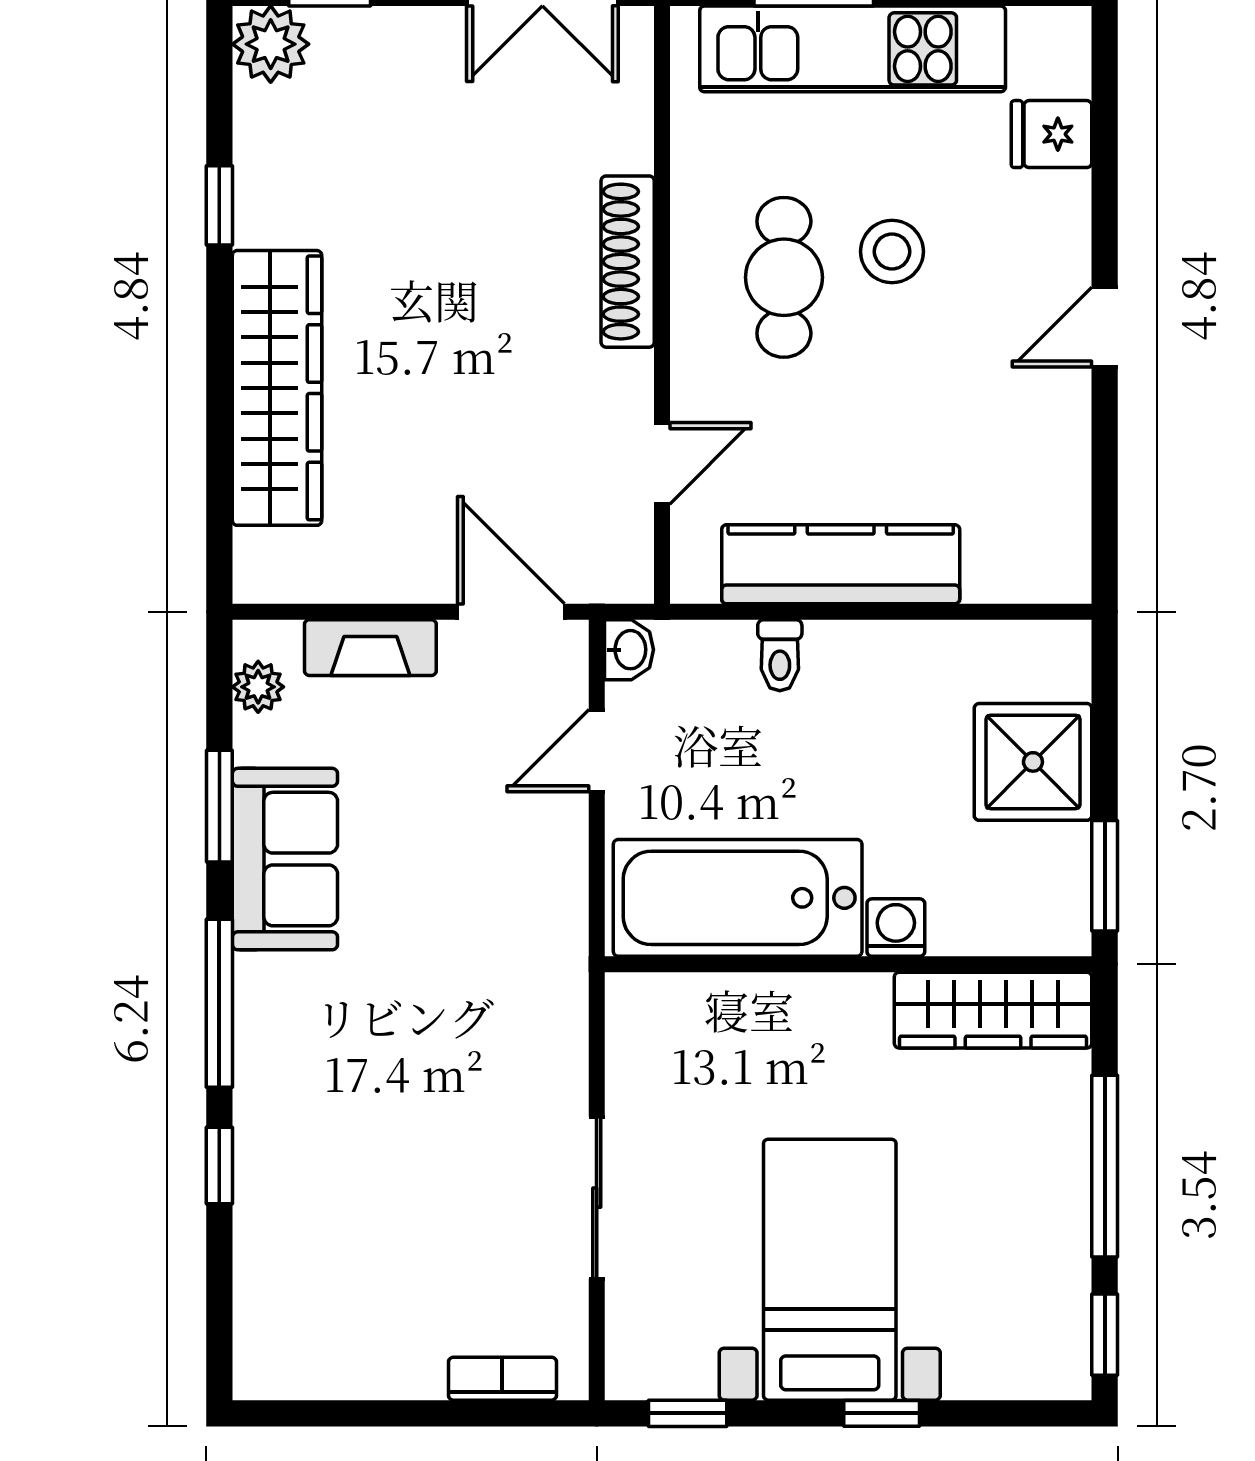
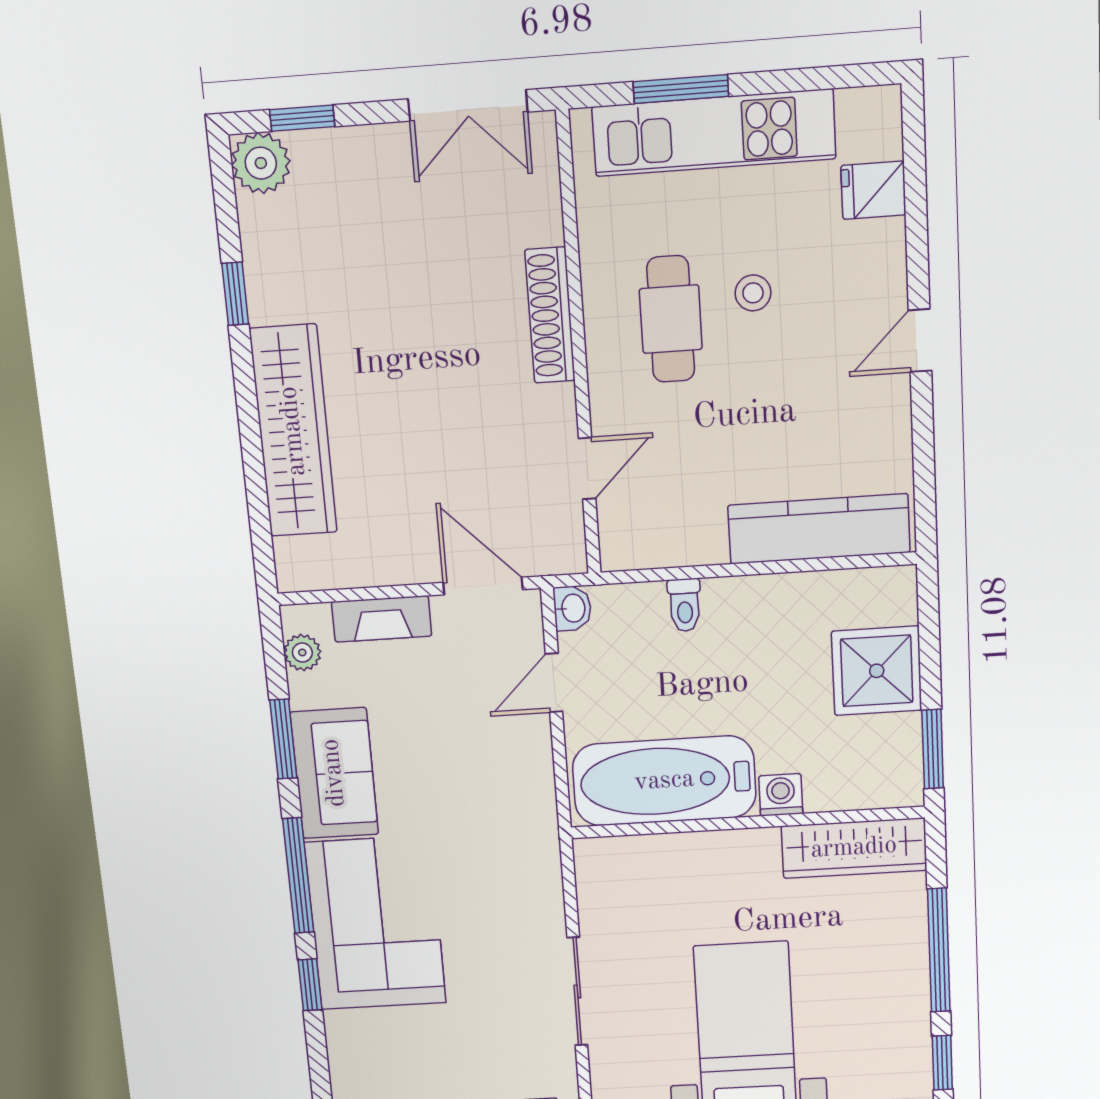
stool: (892, 252) -> (753, 293), width x0.73, depth x0.73
kitchen counter: (841, 564) -> (819, 529), moved
corner sofa: (321, 1079) -> (376, 923), added

